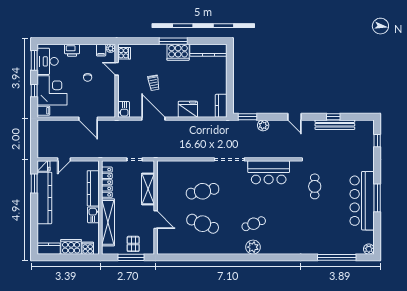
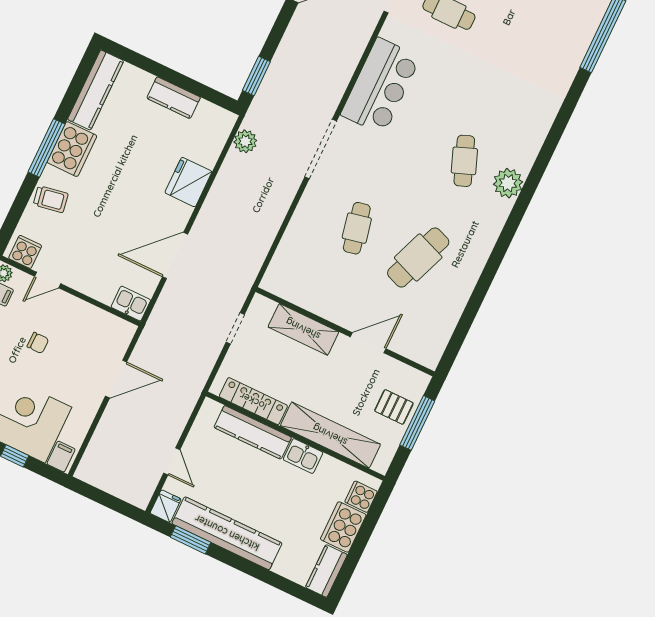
trolley: (154, 83) -> (51, 199), moved
kitchen counter: (221, 106) -> (174, 98), moved
plant: (263, 125) -> (245, 141), moved
cafe table: (203, 191) -> (357, 228), width x0.73, depth x0.74

